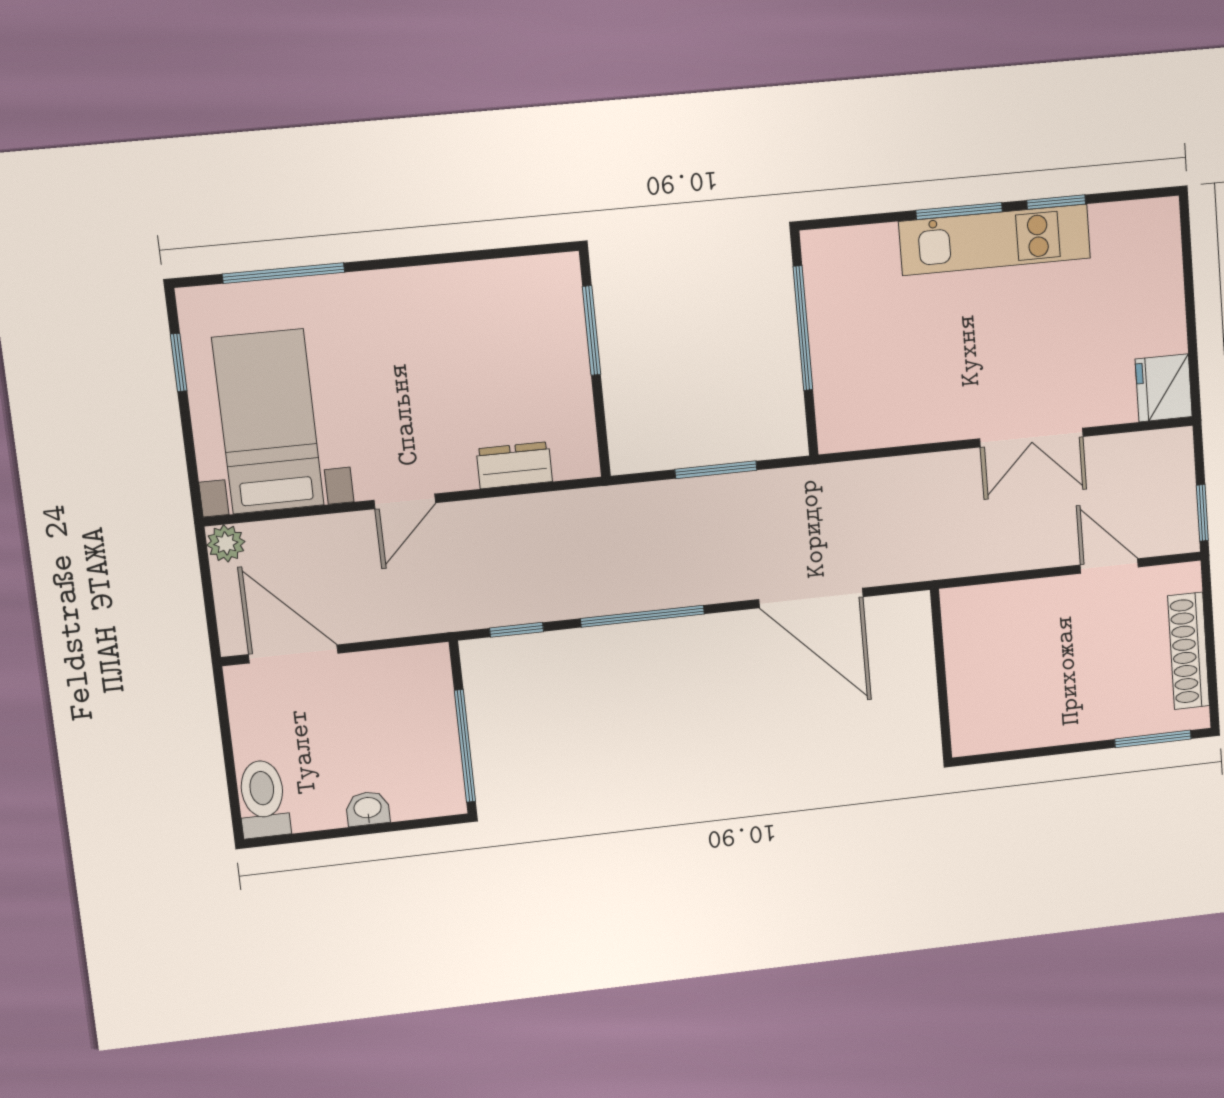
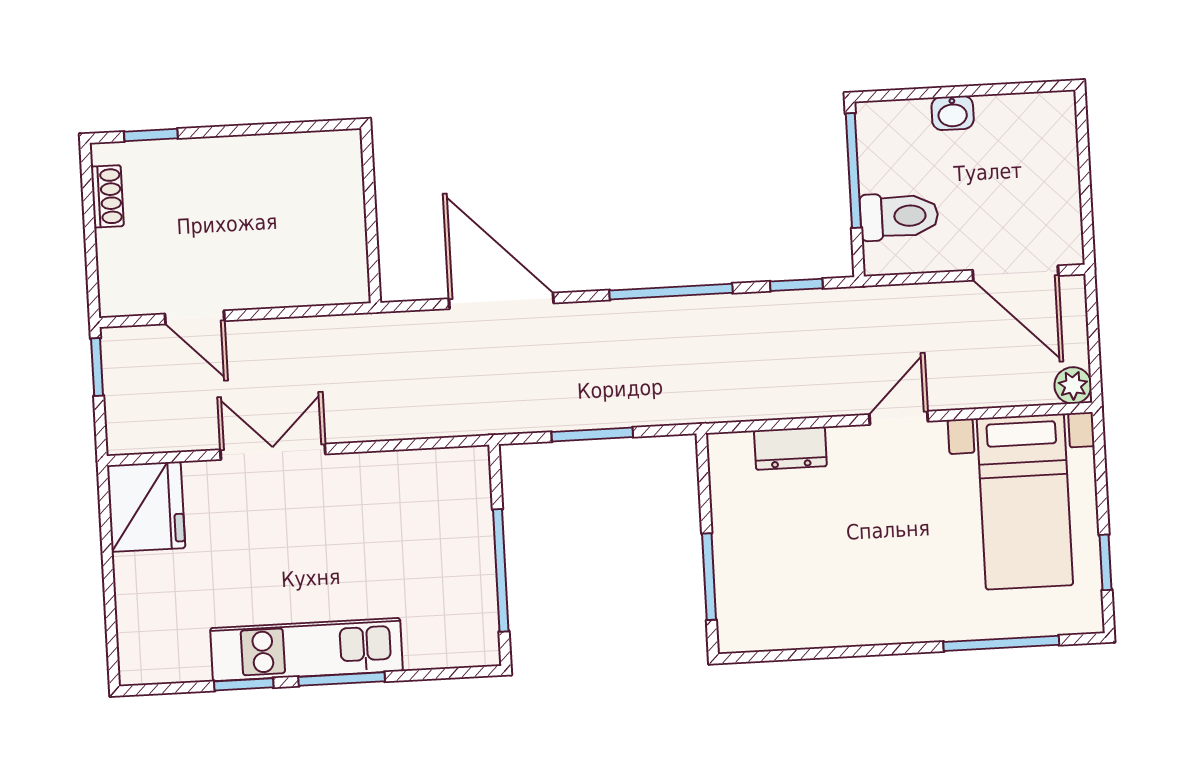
fridge: (1164, 388) -> (146, 507), width x1.36, depth x1.34
shoe rack: (1189, 651) -> (107, 196), width x0.51, depth x0.81
window: (1153, 739) -> (151, 135), width x0.67
toilet: (263, 799) -> (899, 216), moved, turned -90

